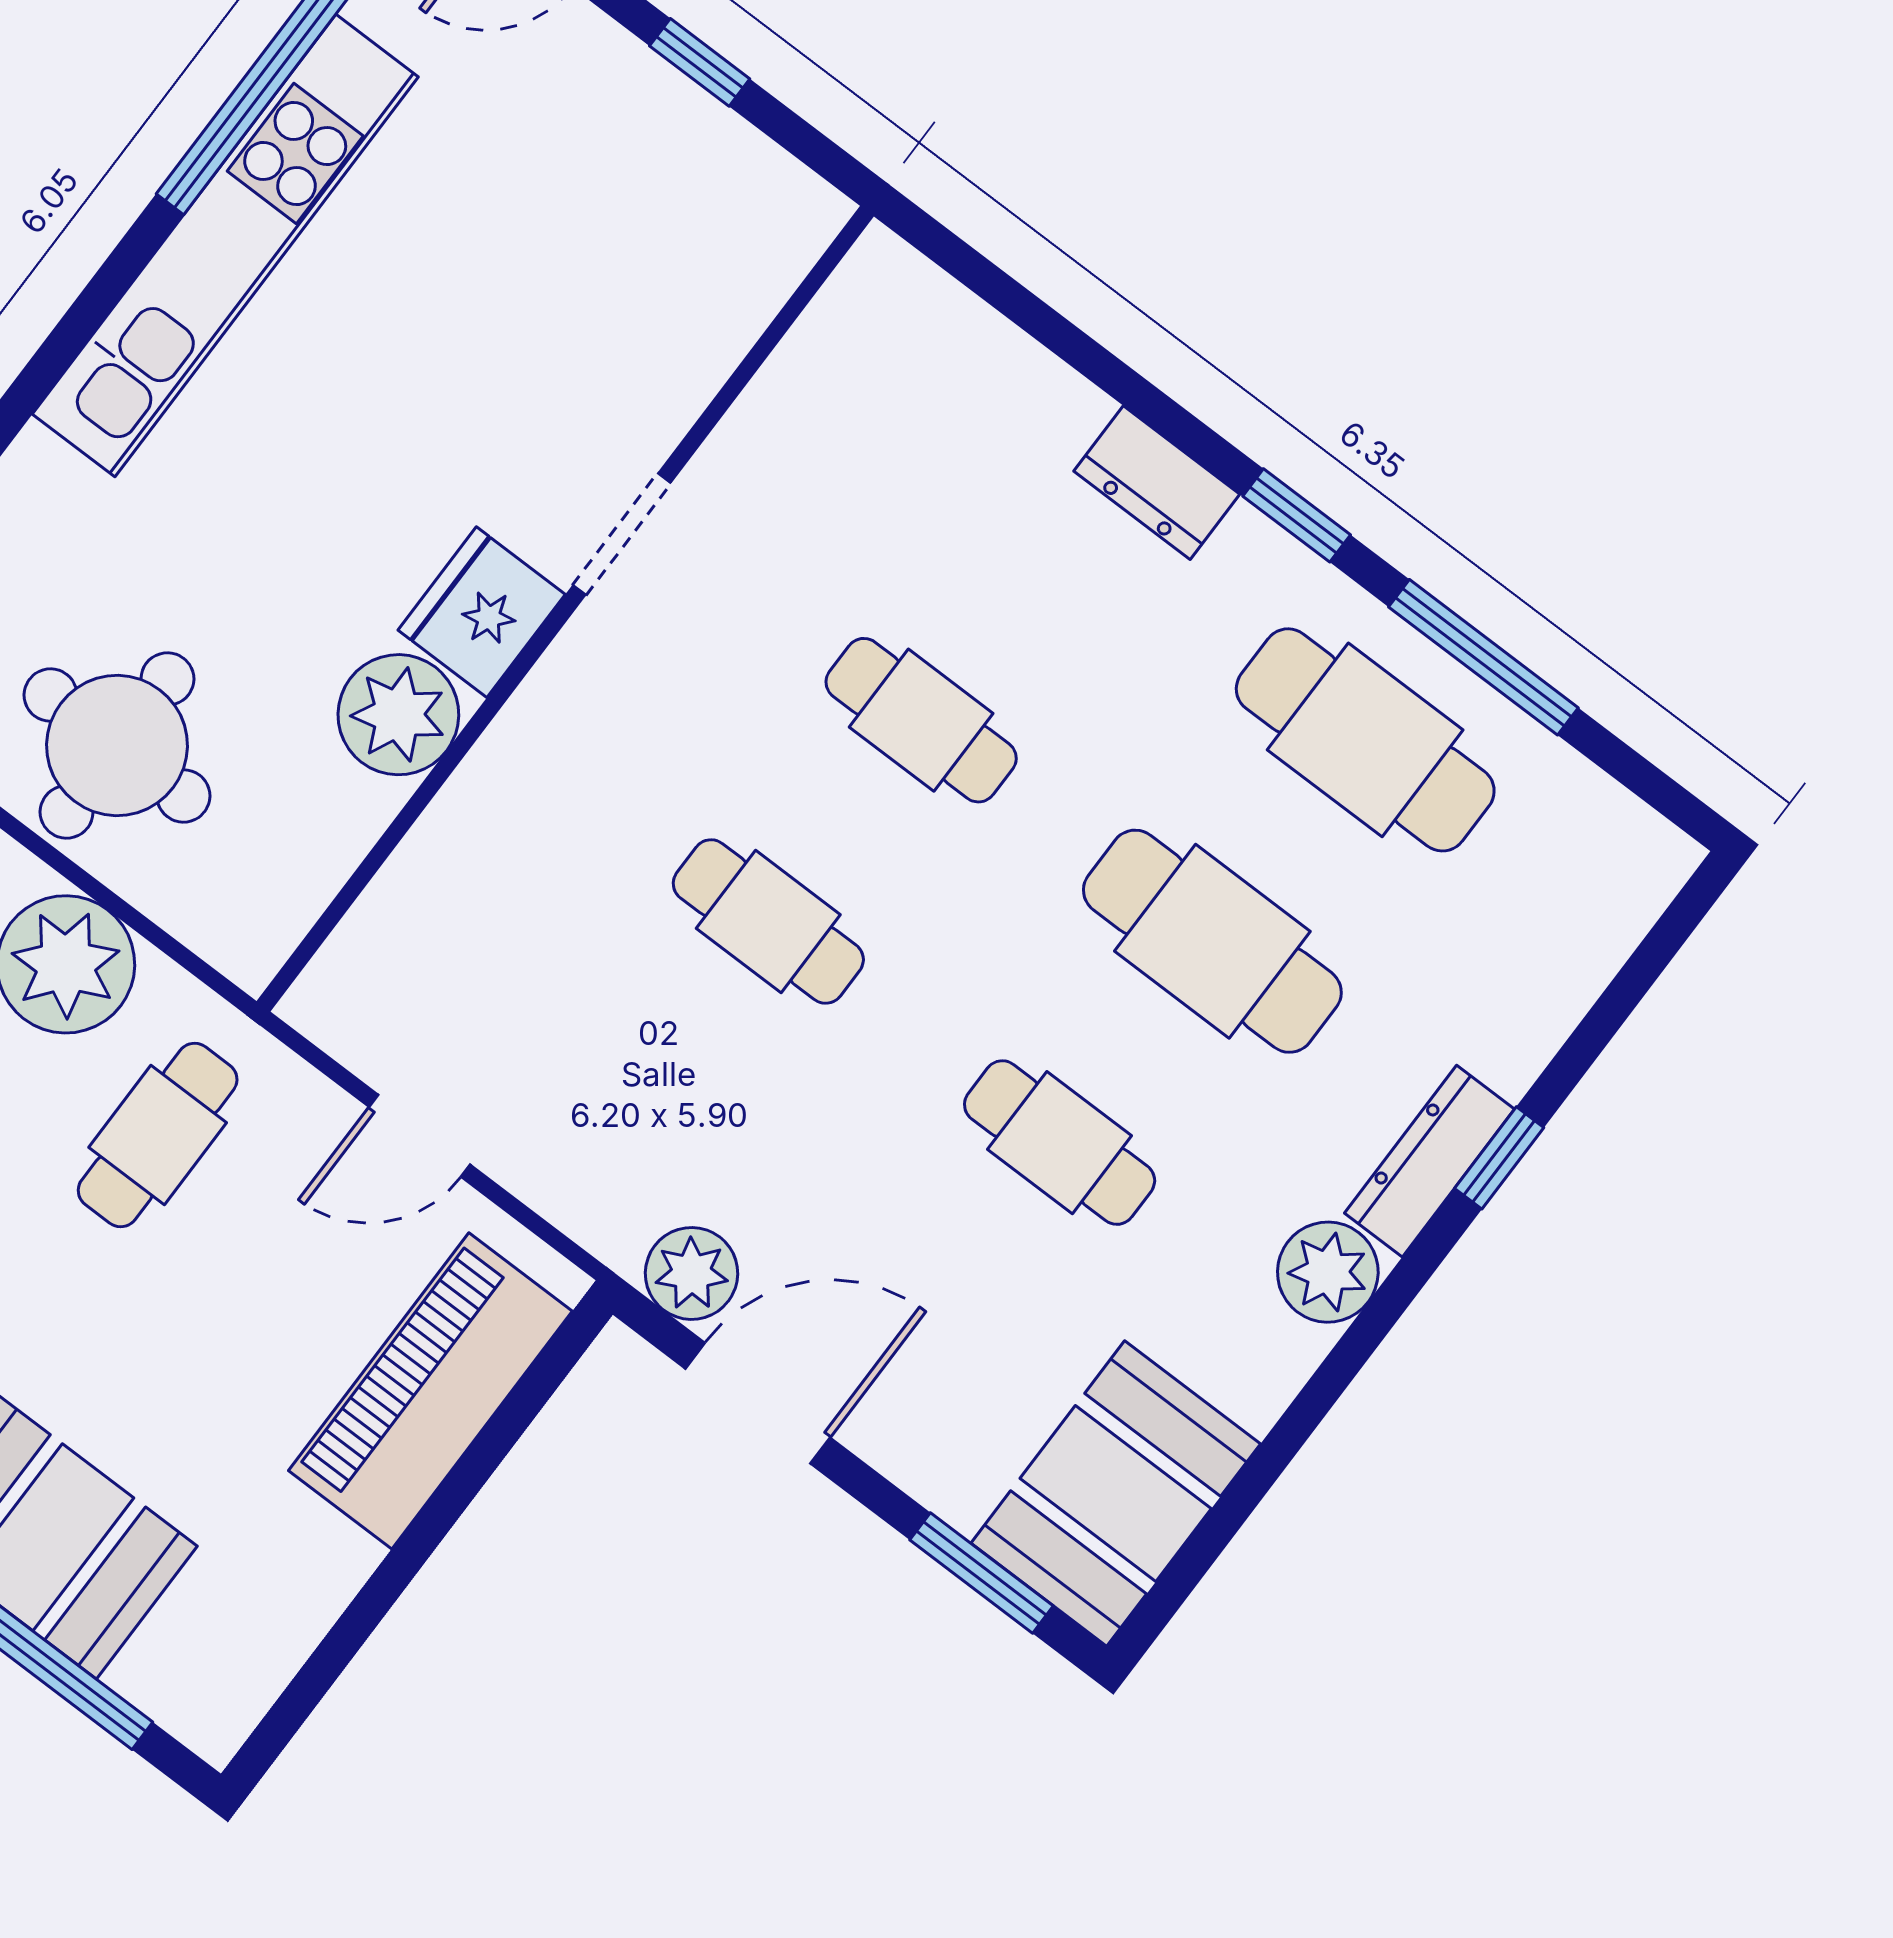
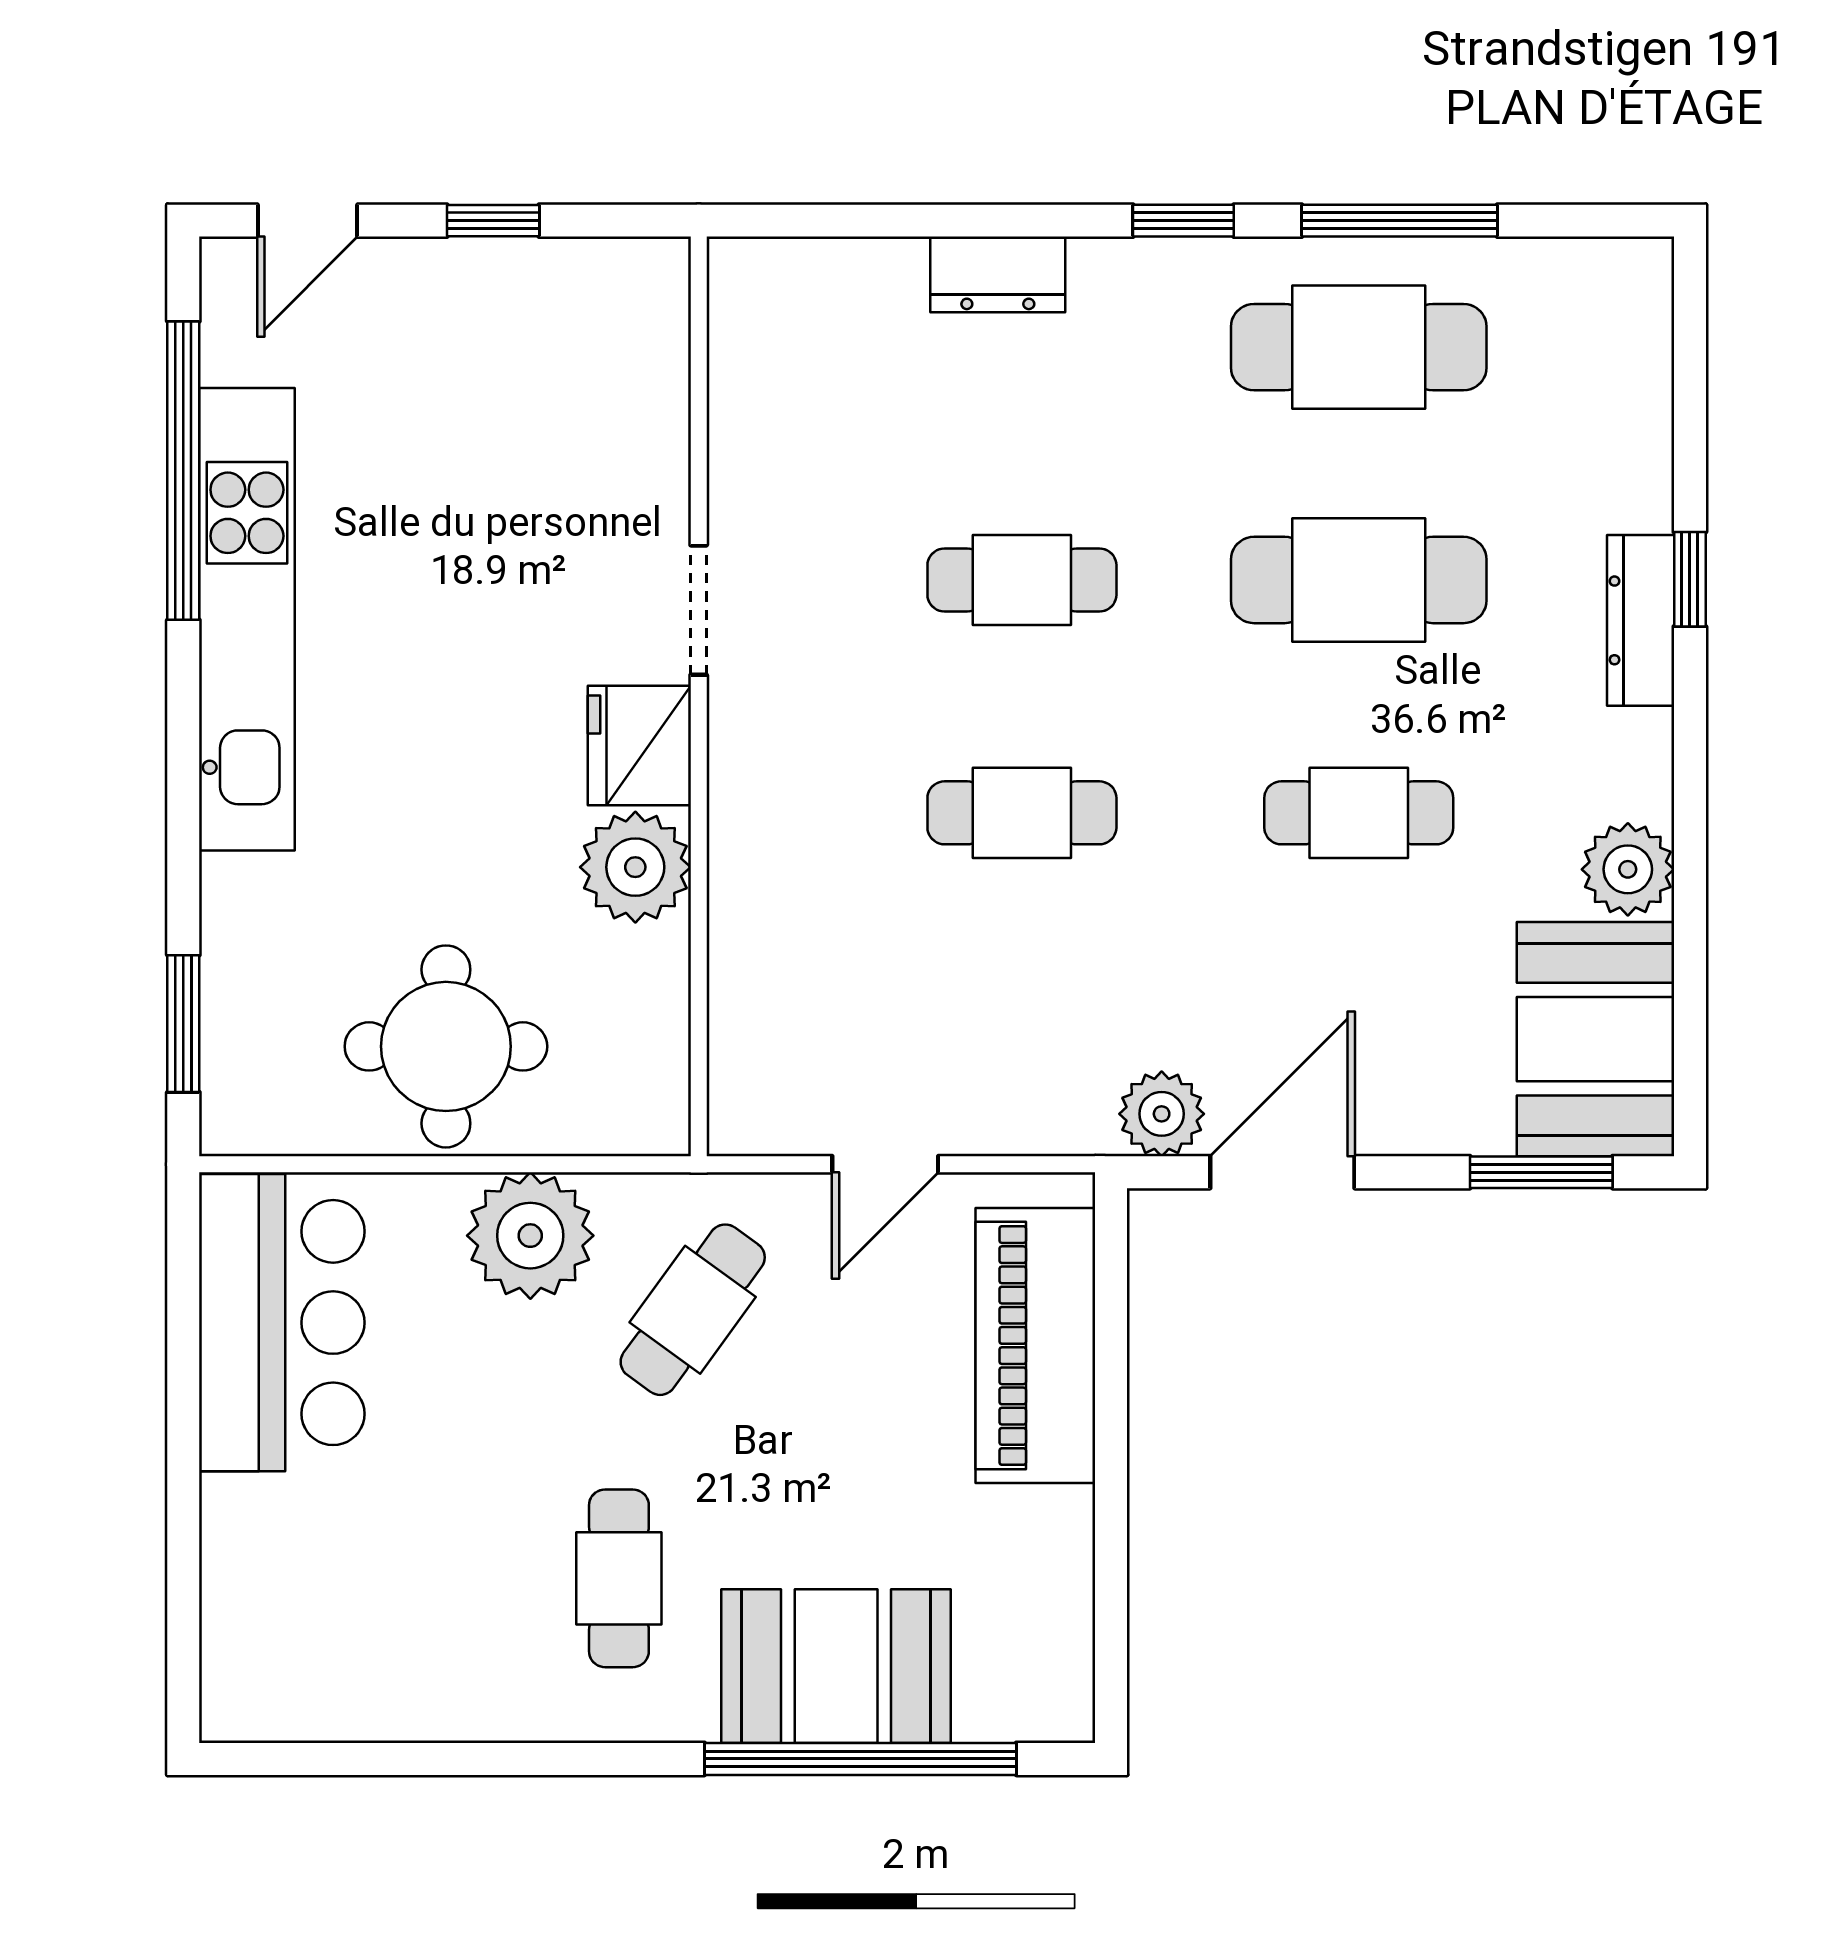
dresser: (1157, 483) -> (998, 274), moved
cafe table: (158, 1135) -> (693, 1310), turned 36
plant: (1328, 1272) -> (1628, 869), moved

